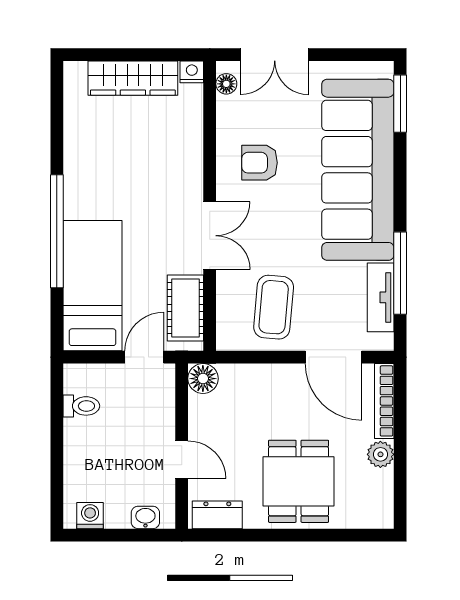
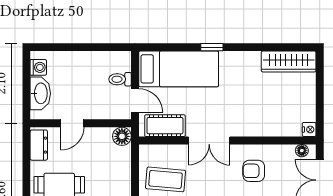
wardrobe: (133, 78) -> (289, 61), moved, turned -90
armchair: (260, 163) -> (254, 171), turned -90
window: (57, 231) -> (212, 47), width x0.32
toilet: (81, 406) -> (120, 79), moved, turned 90
washbasin: (145, 517) -> (40, 93), width x1.91, depth x1.45

